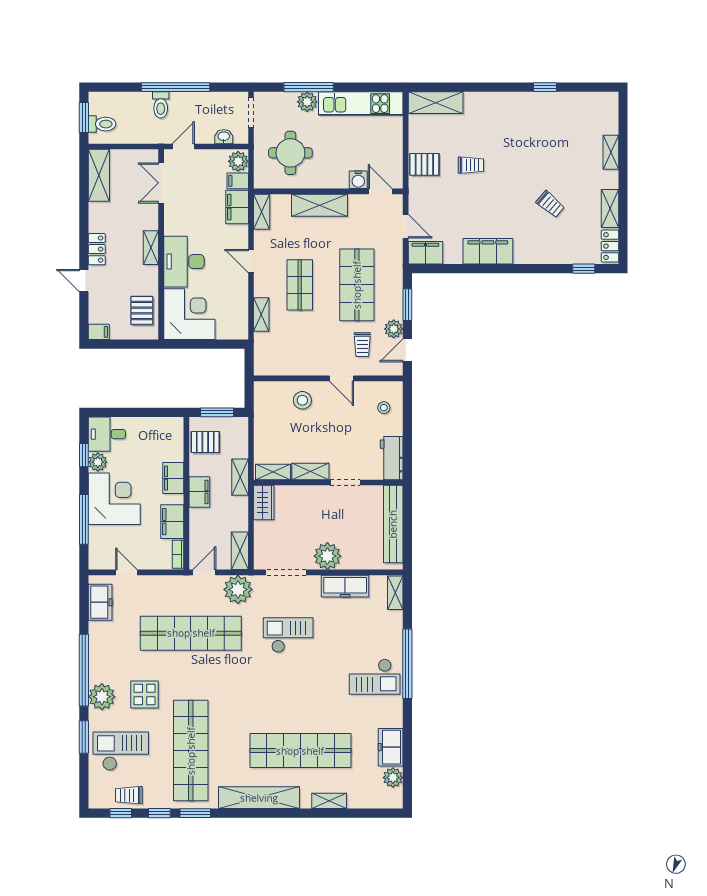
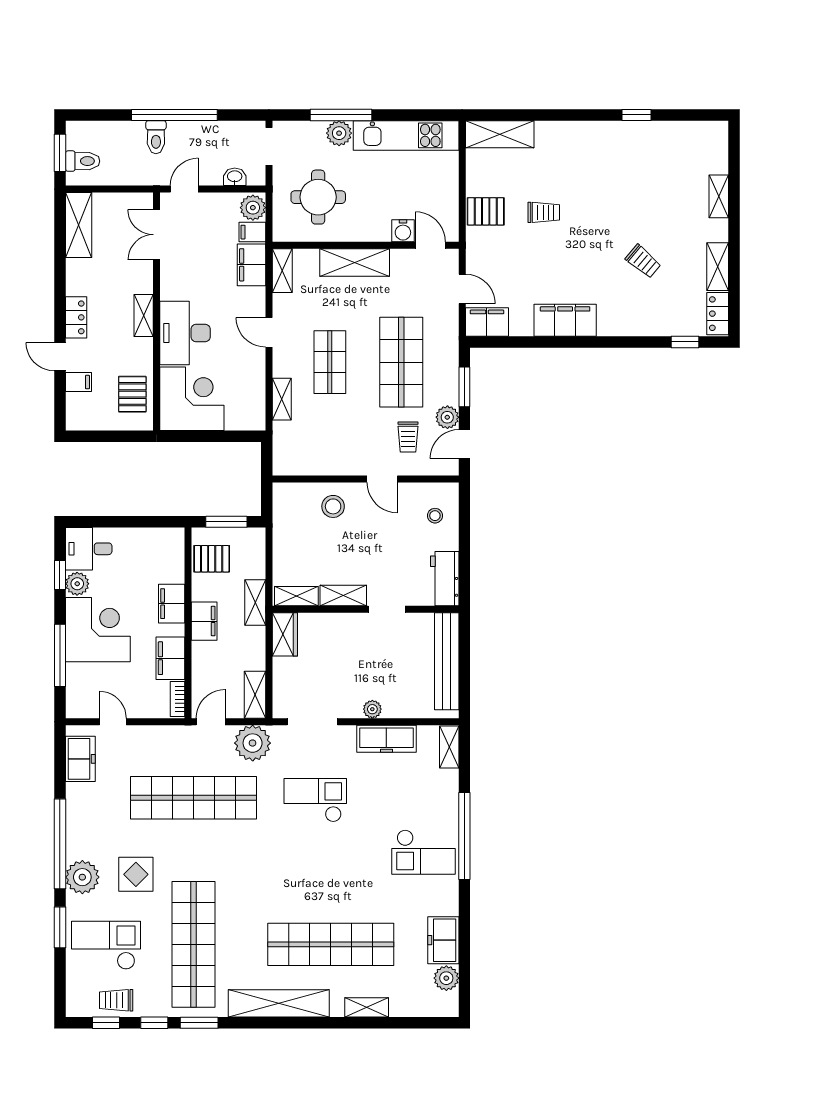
filing cabinet: (99, 332) -> (78, 382), moved
plant: (327, 556) -> (372, 709), width x0.53, depth x0.53

